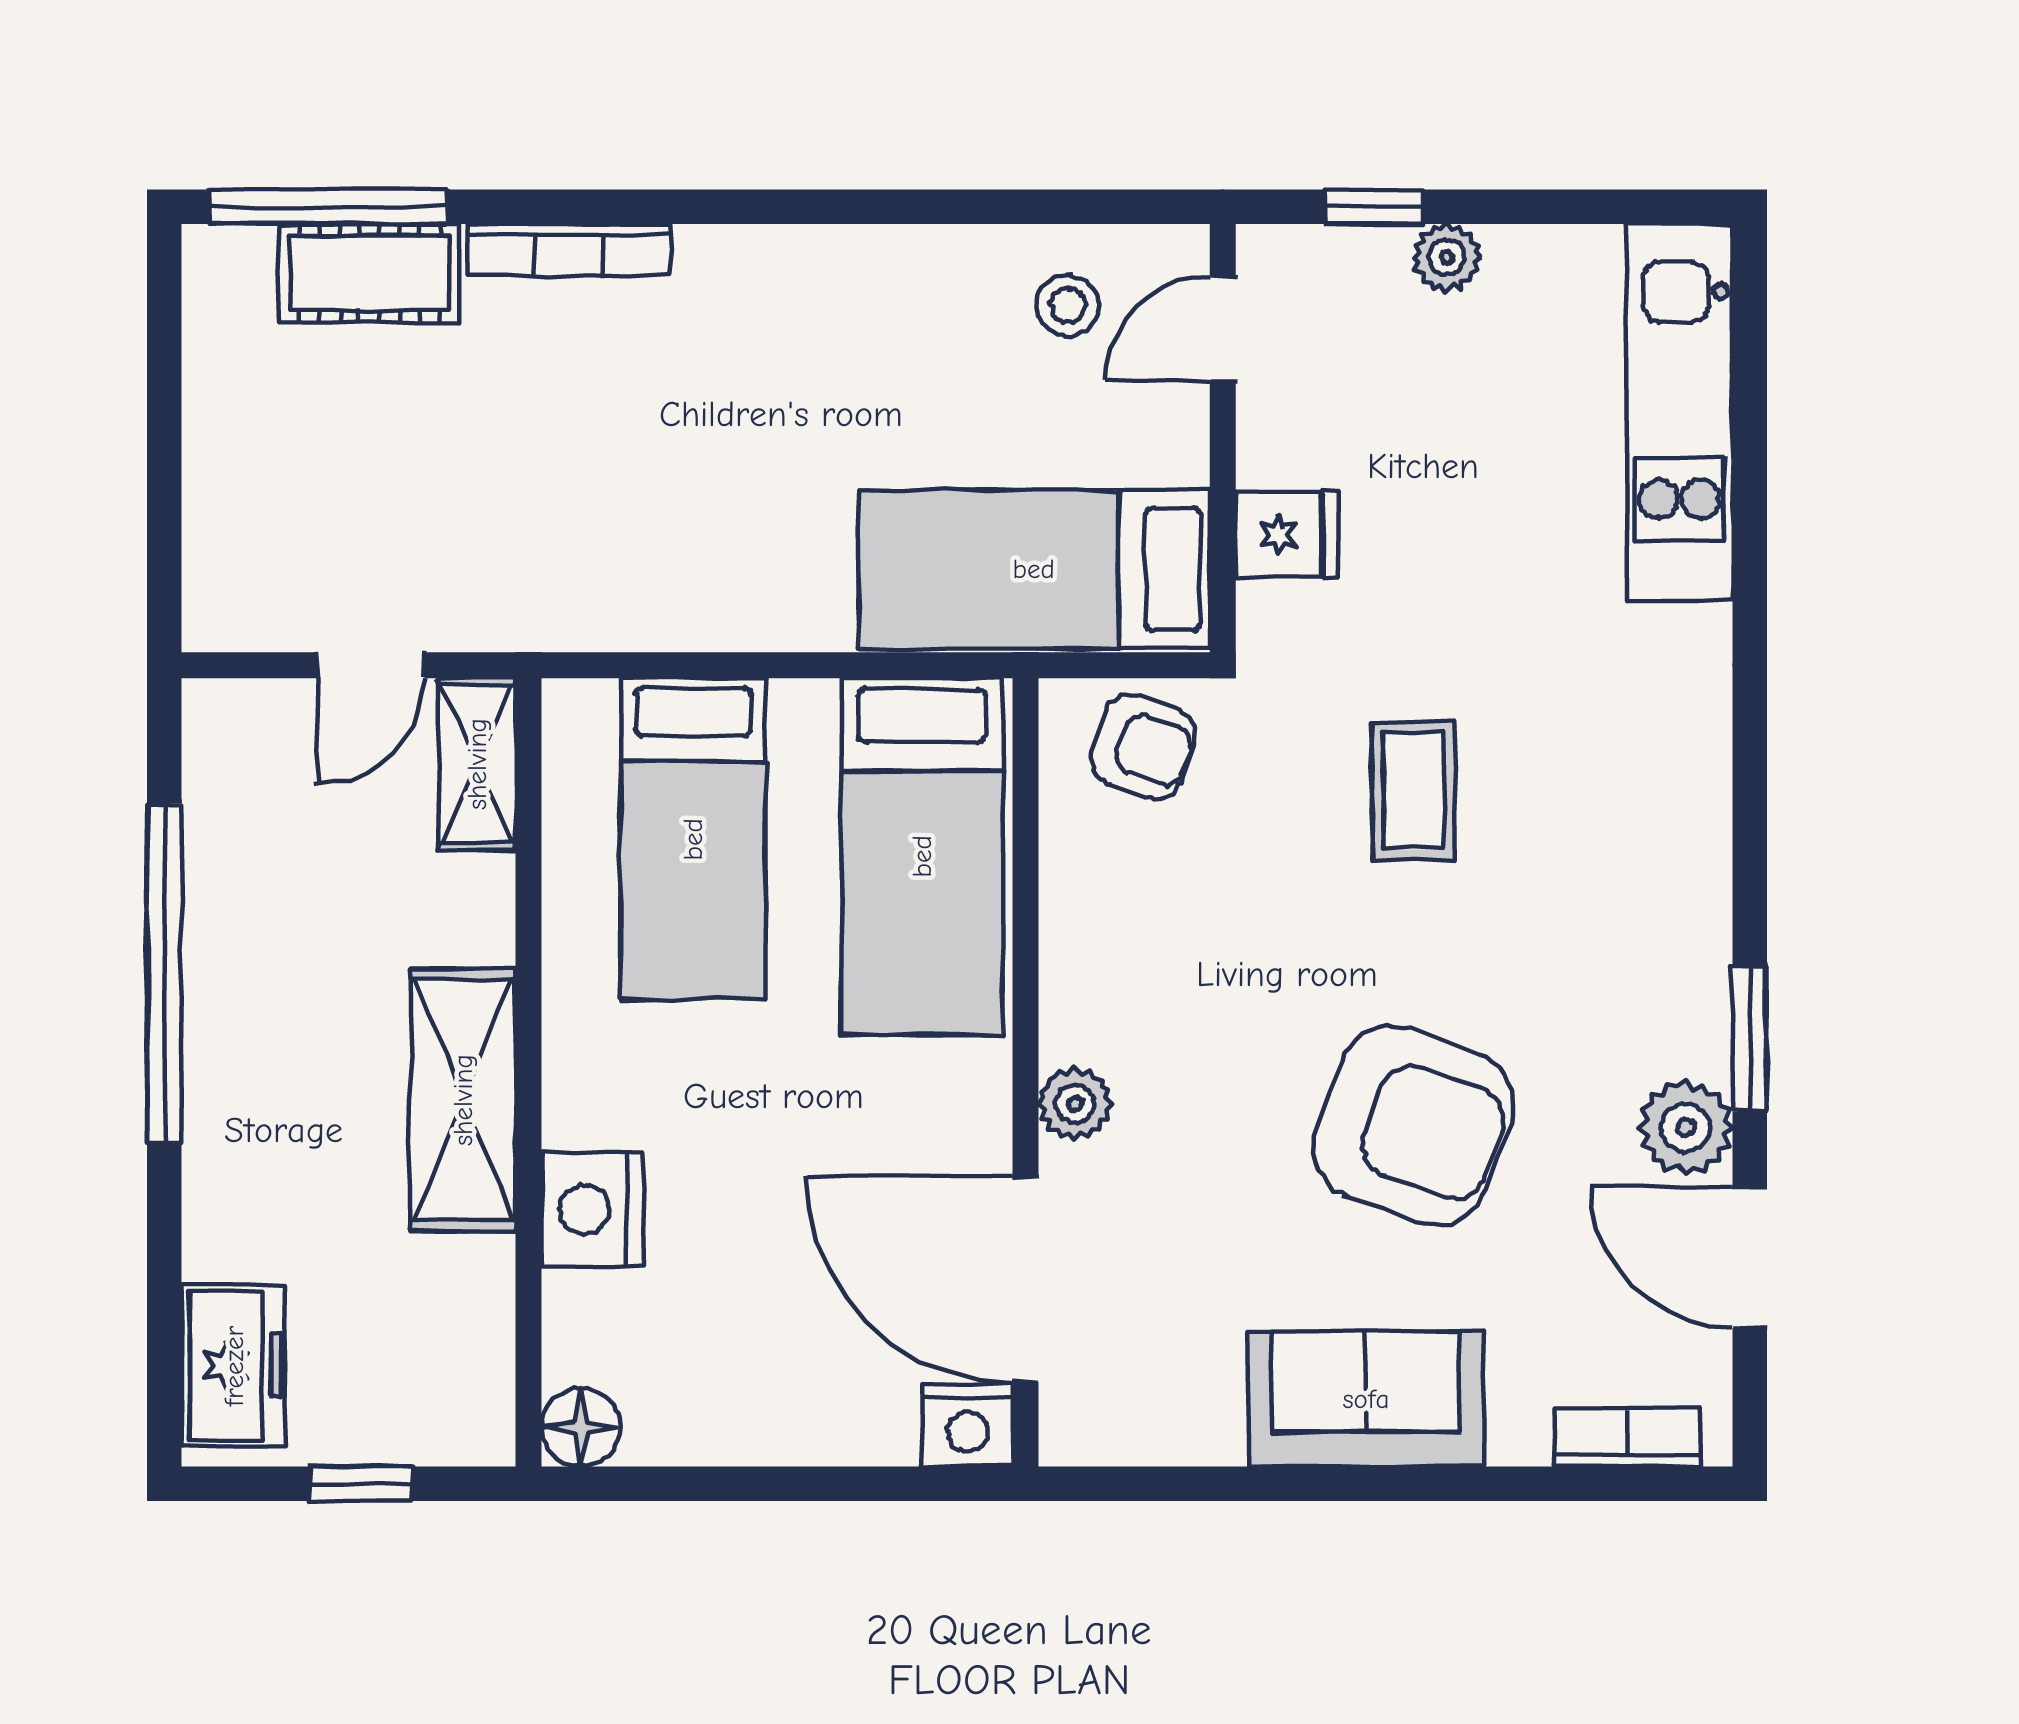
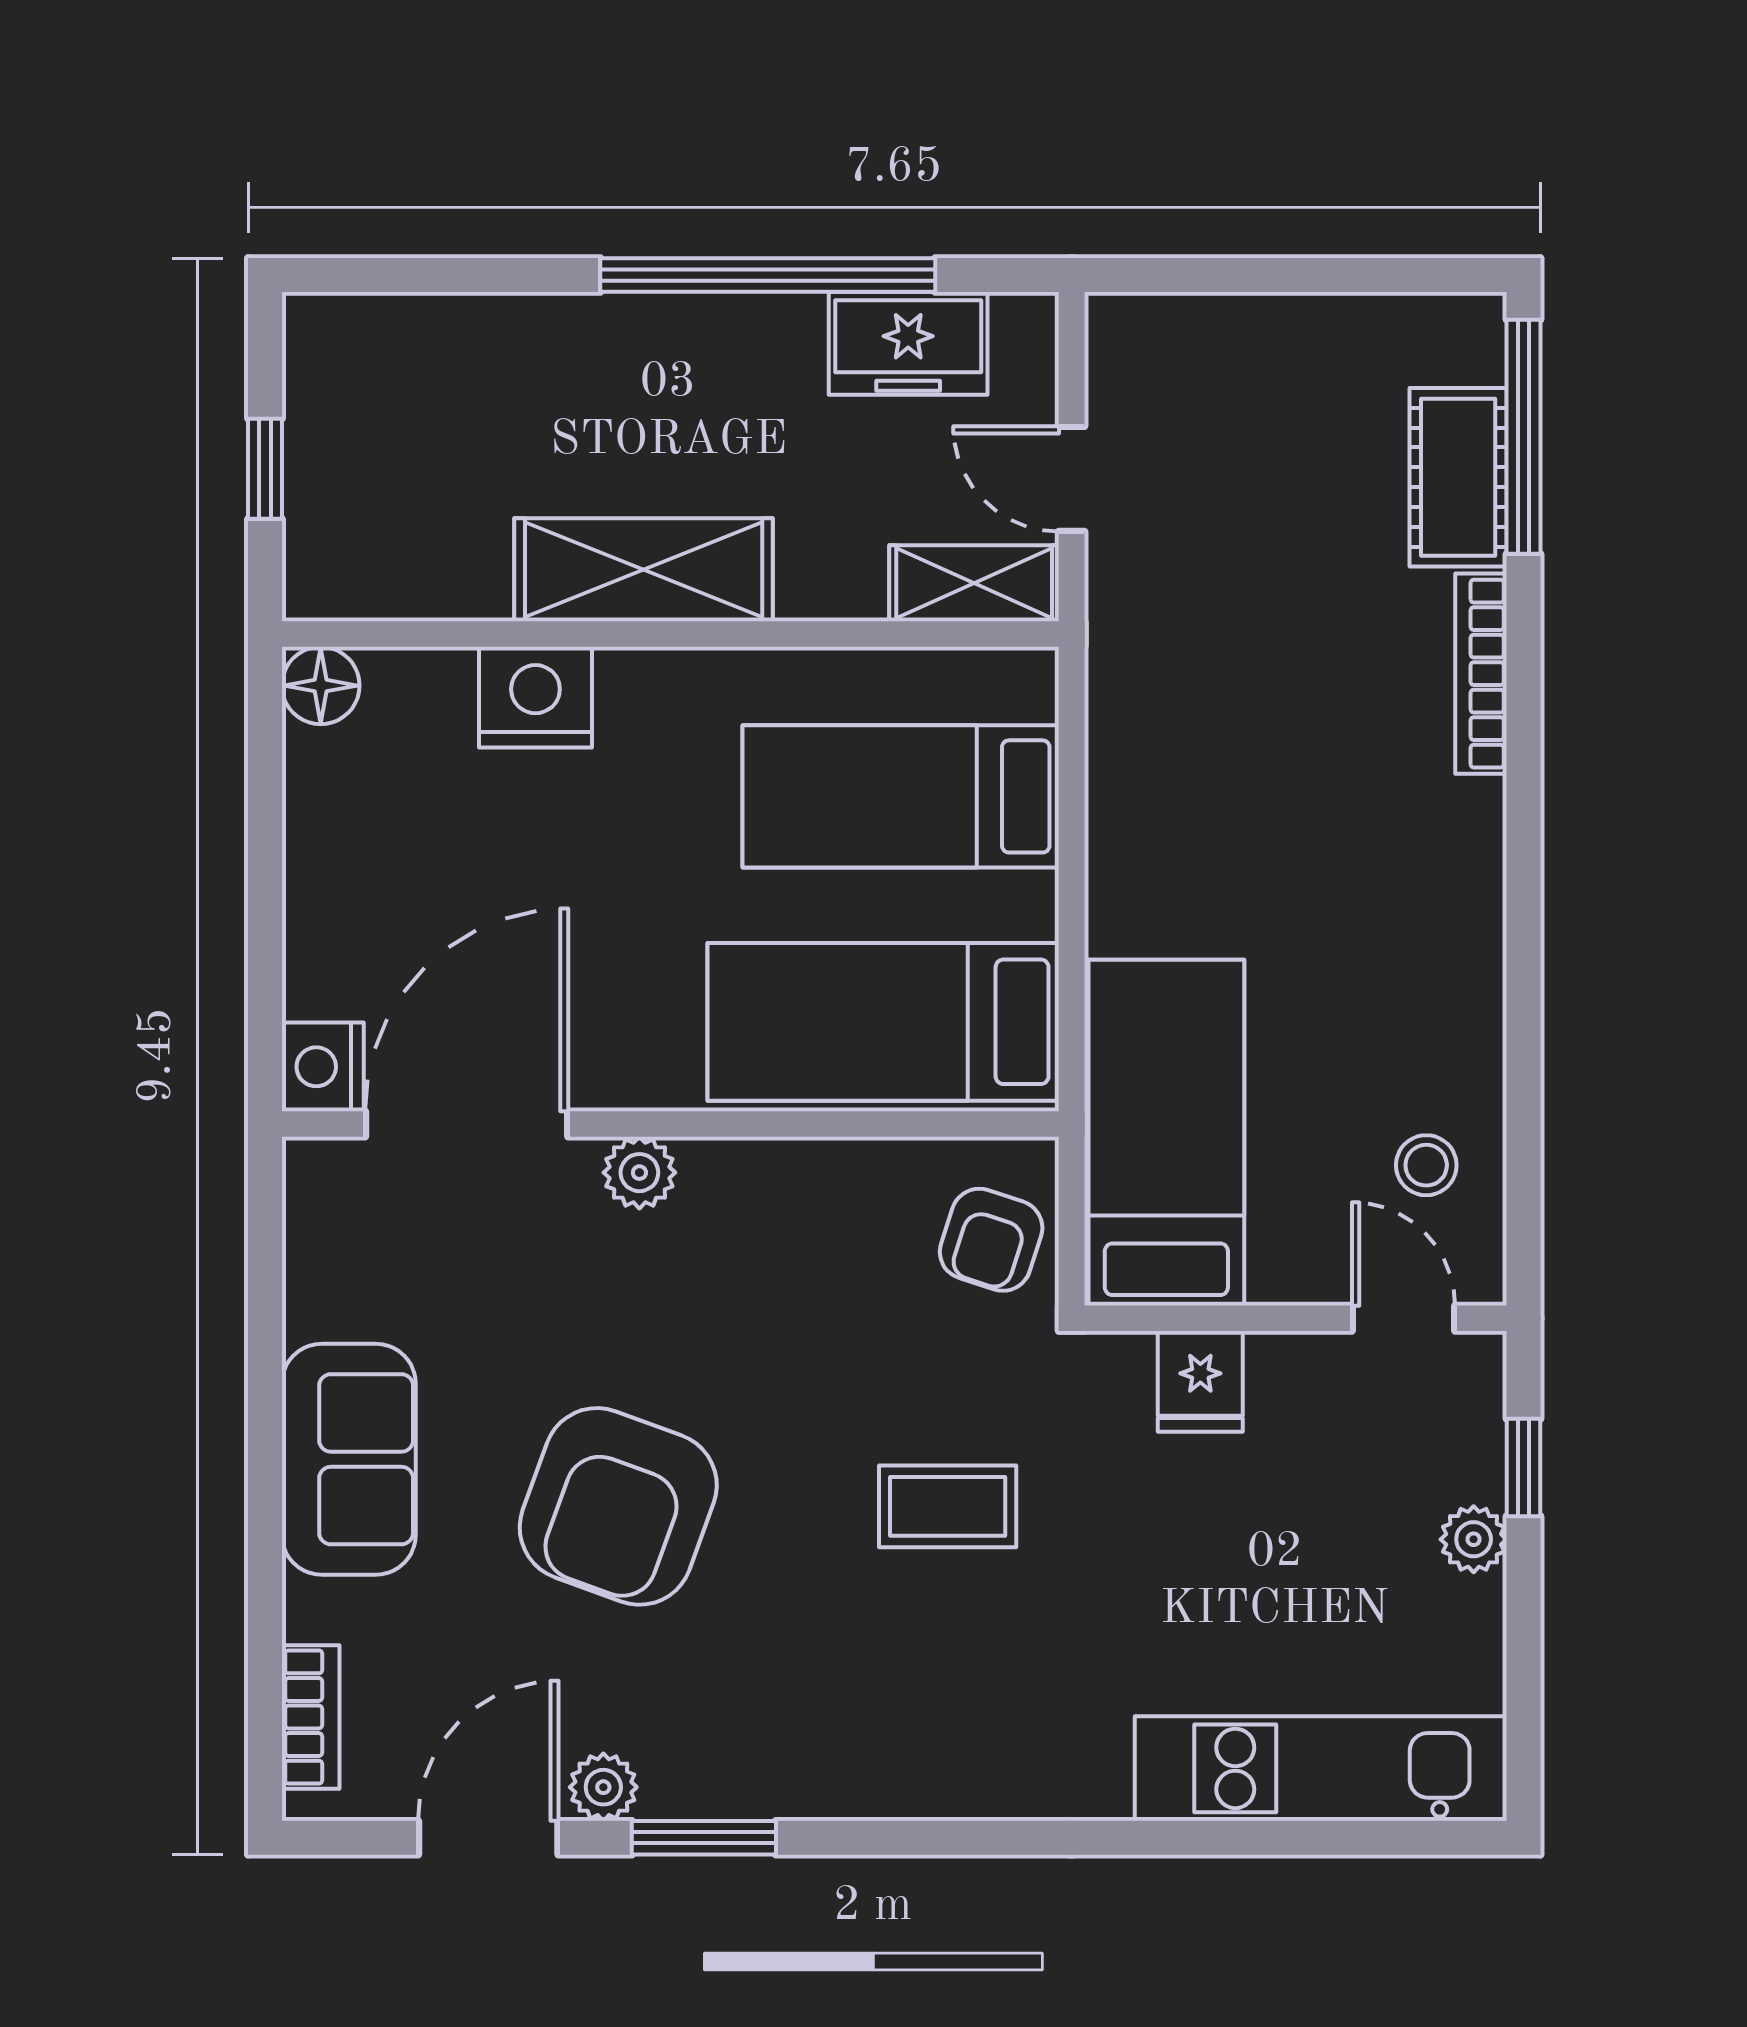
plant: (1686, 1128) -> (603, 1787), width x0.73, depth x0.73
freezer: (234, 1366) -> (908, 343), moved

